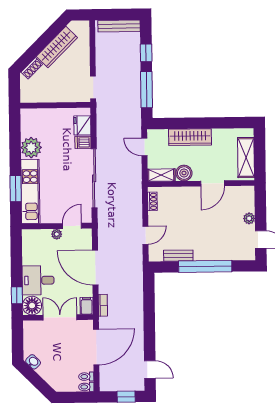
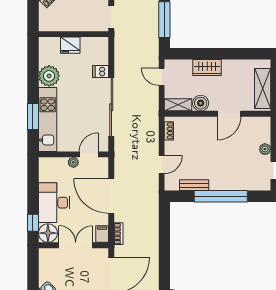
fridge: (82, 125) -> (70, 45), moved, turned -90
wardrobe: (190, 137) -> (207, 67), width x0.67
desk: (38, 280) -> (54, 203), width x1.37

